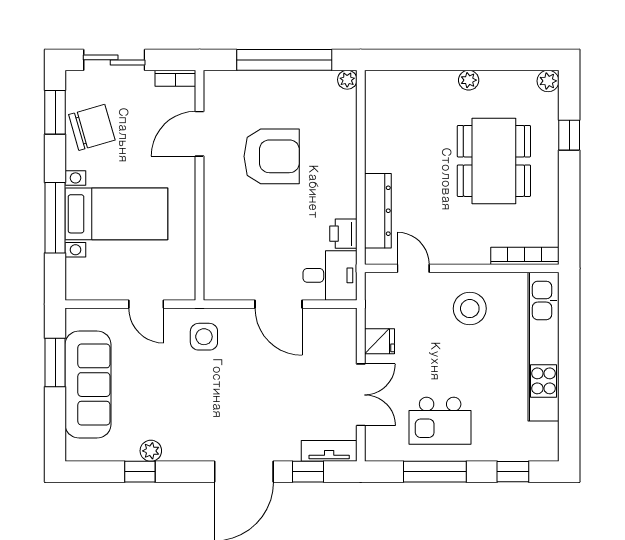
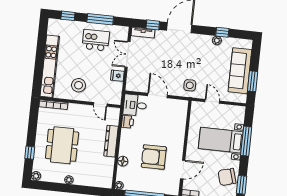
floor lamp: (345, 138) -> (123, 161), added
dresser: (378, 211) -> (111, 141), moved

